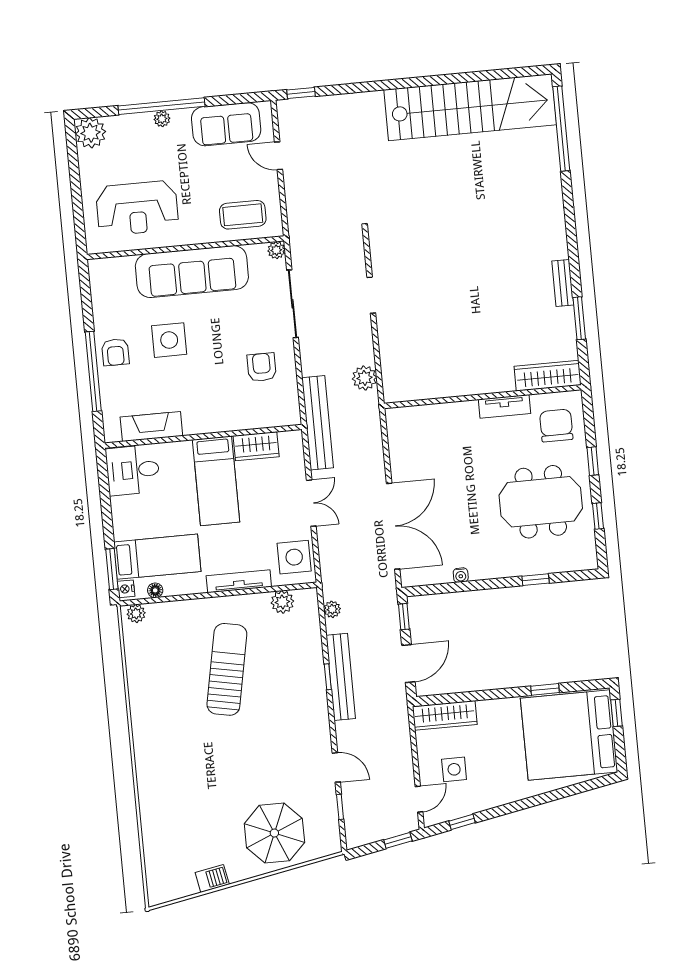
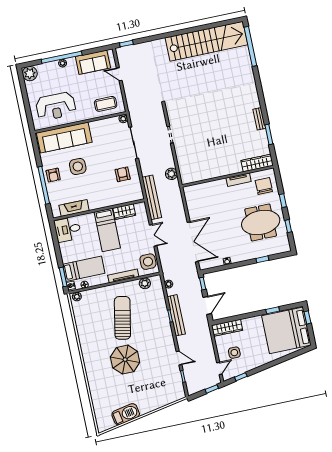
sofa: (192, 272) -> (64, 138), moved
parasol: (274, 833) -> (125, 360), moved
barbecue: (212, 878) -> (126, 414), width x1.88, depth x1.53

